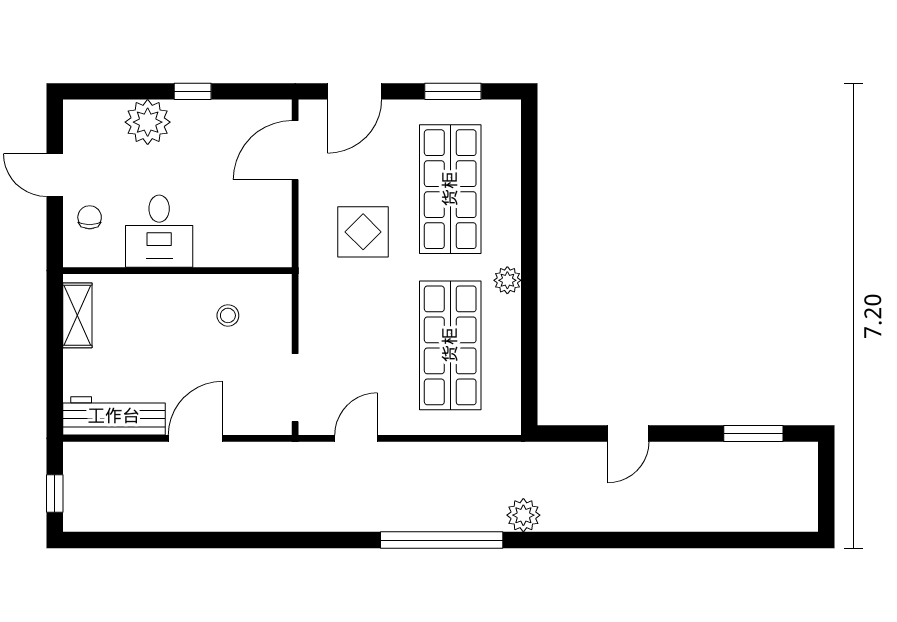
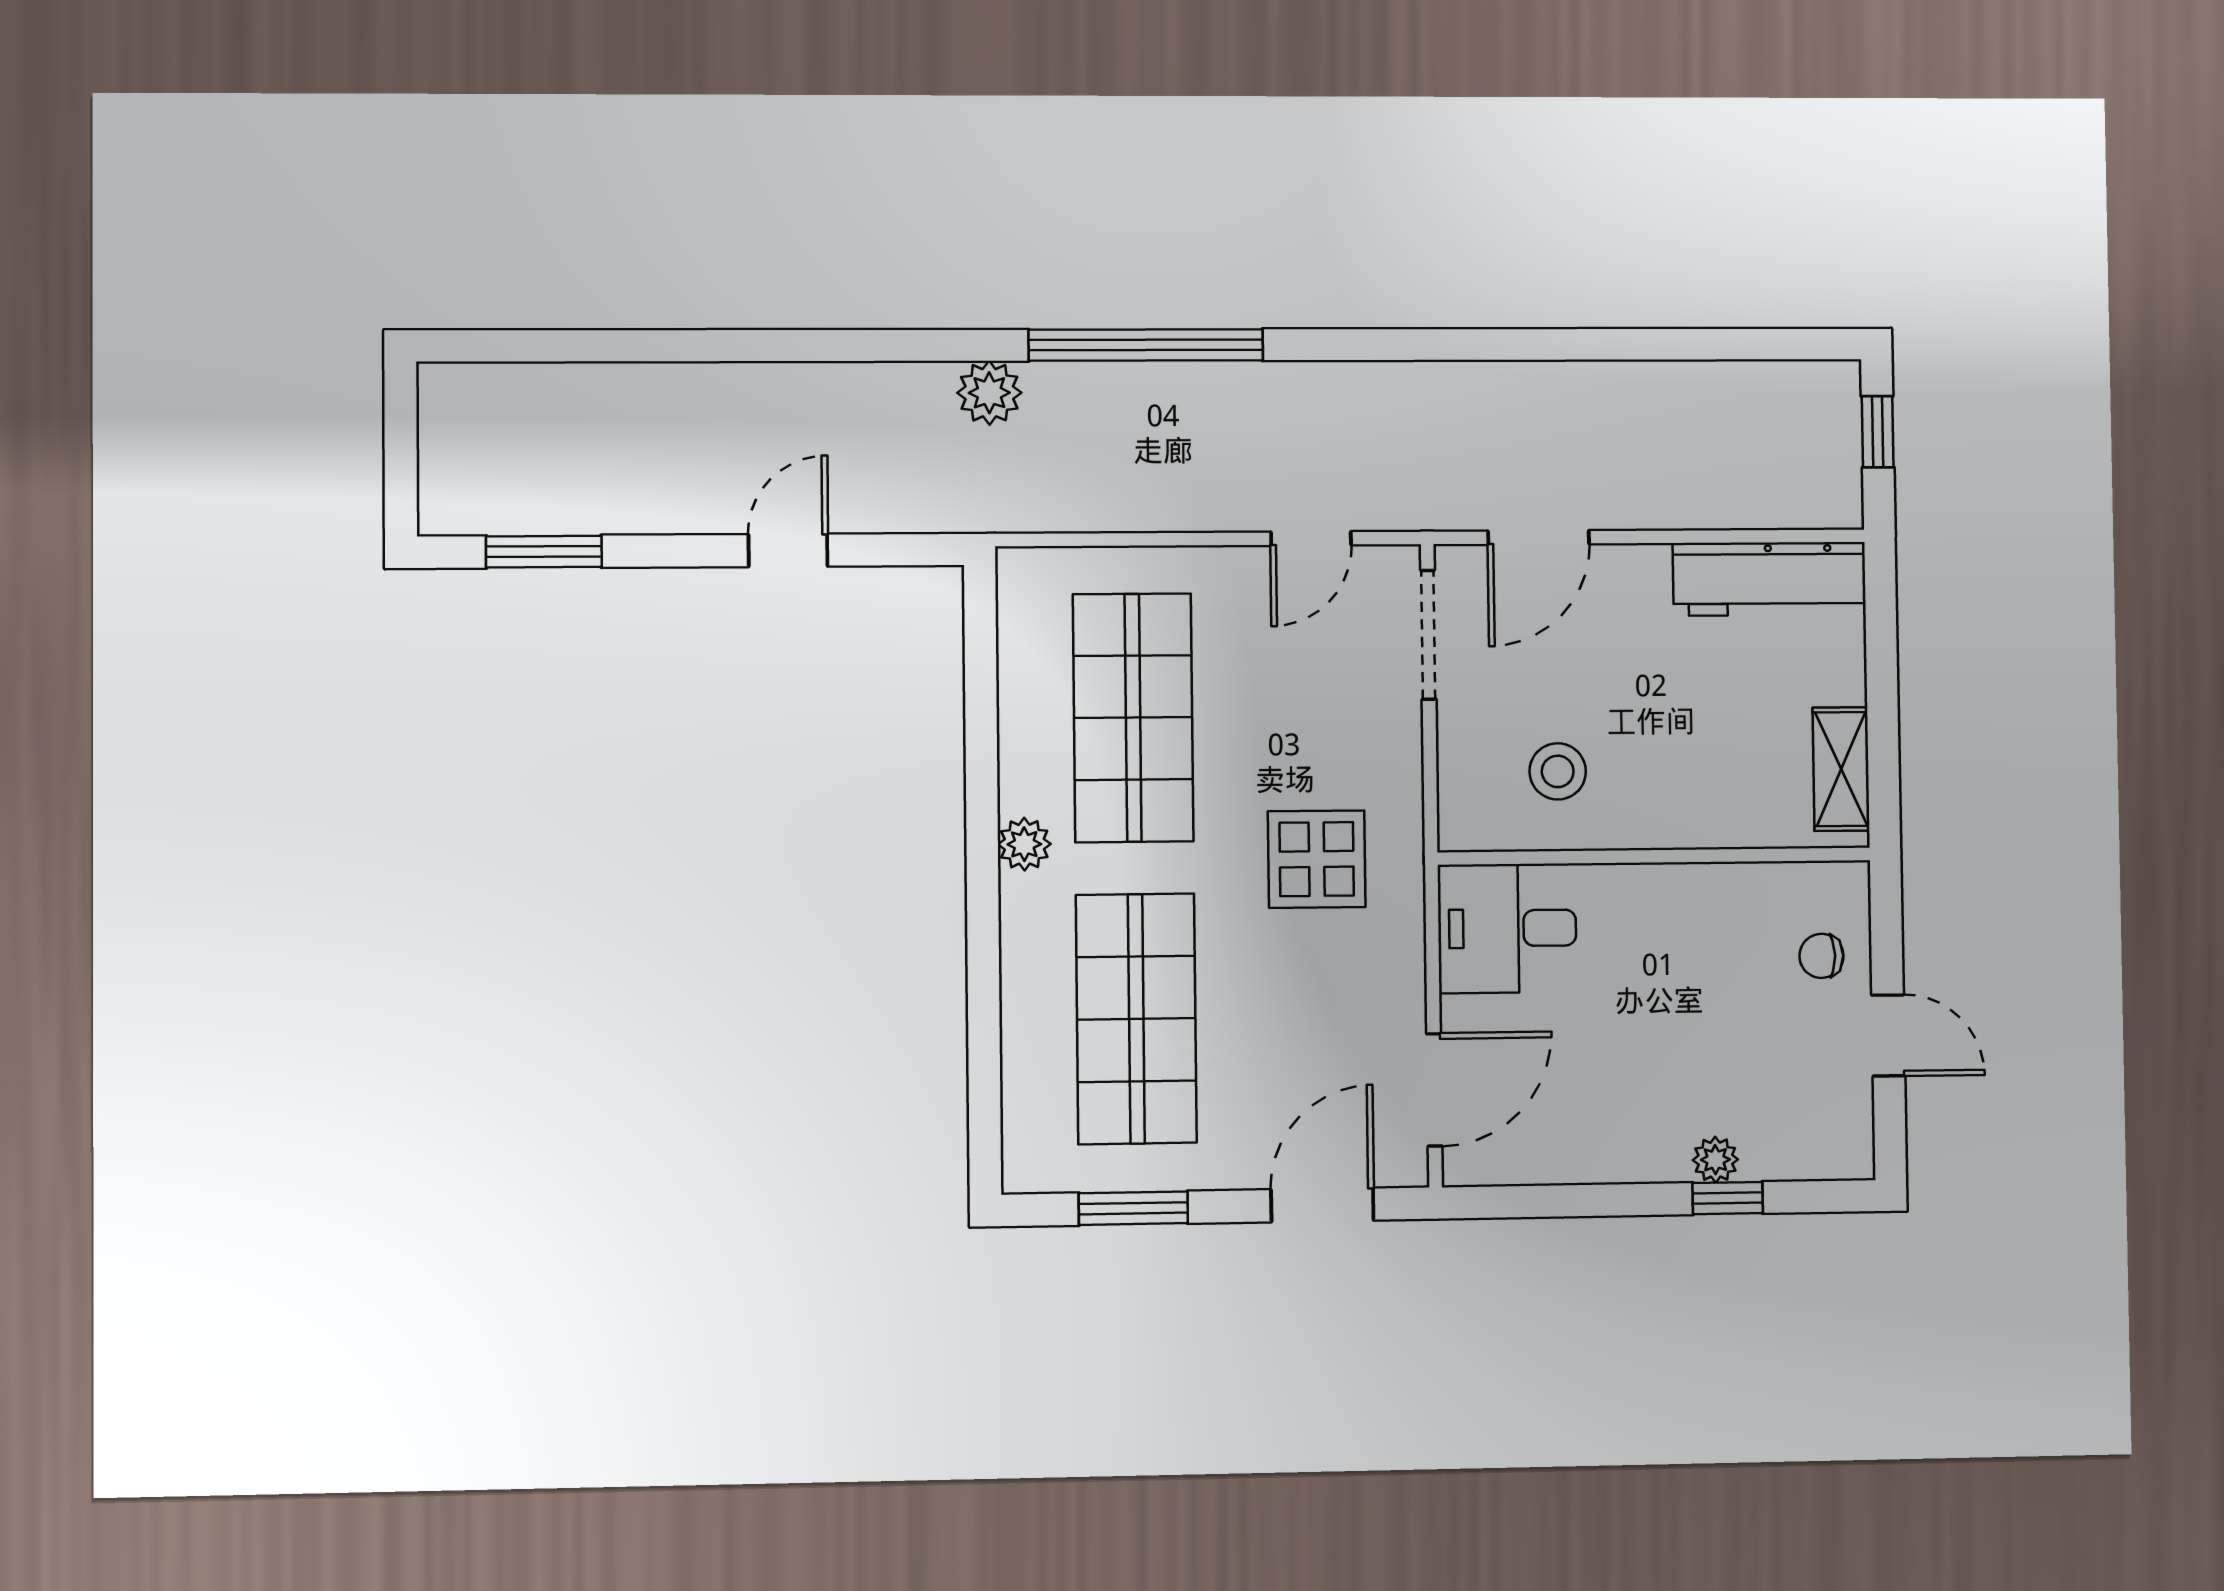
window: (193, 91) -> (1728, 1198), moved
plant: (148, 122) -> (1715, 1160), width x0.53, depth x0.53
chair: (90, 217) -> (1821, 956), turned 90
desk: (159, 231) -> (1507, 928), moved, turned -90
display table: (363, 232) -> (1317, 859), moved
stool: (228, 315) -> (1558, 771), width x1.37, depth x1.37
door: (195, 438) -> (1539, 537), moved

